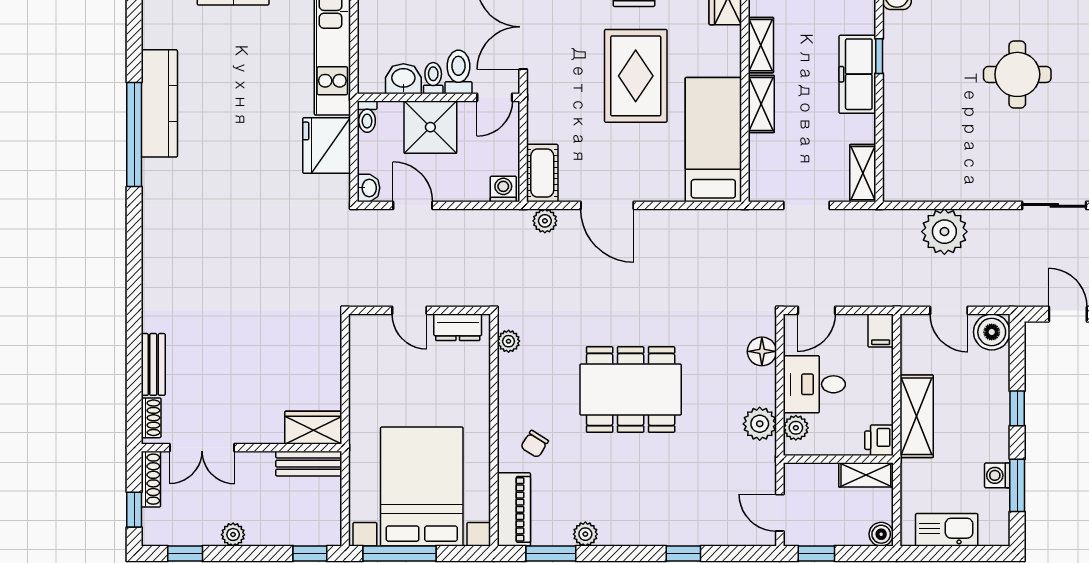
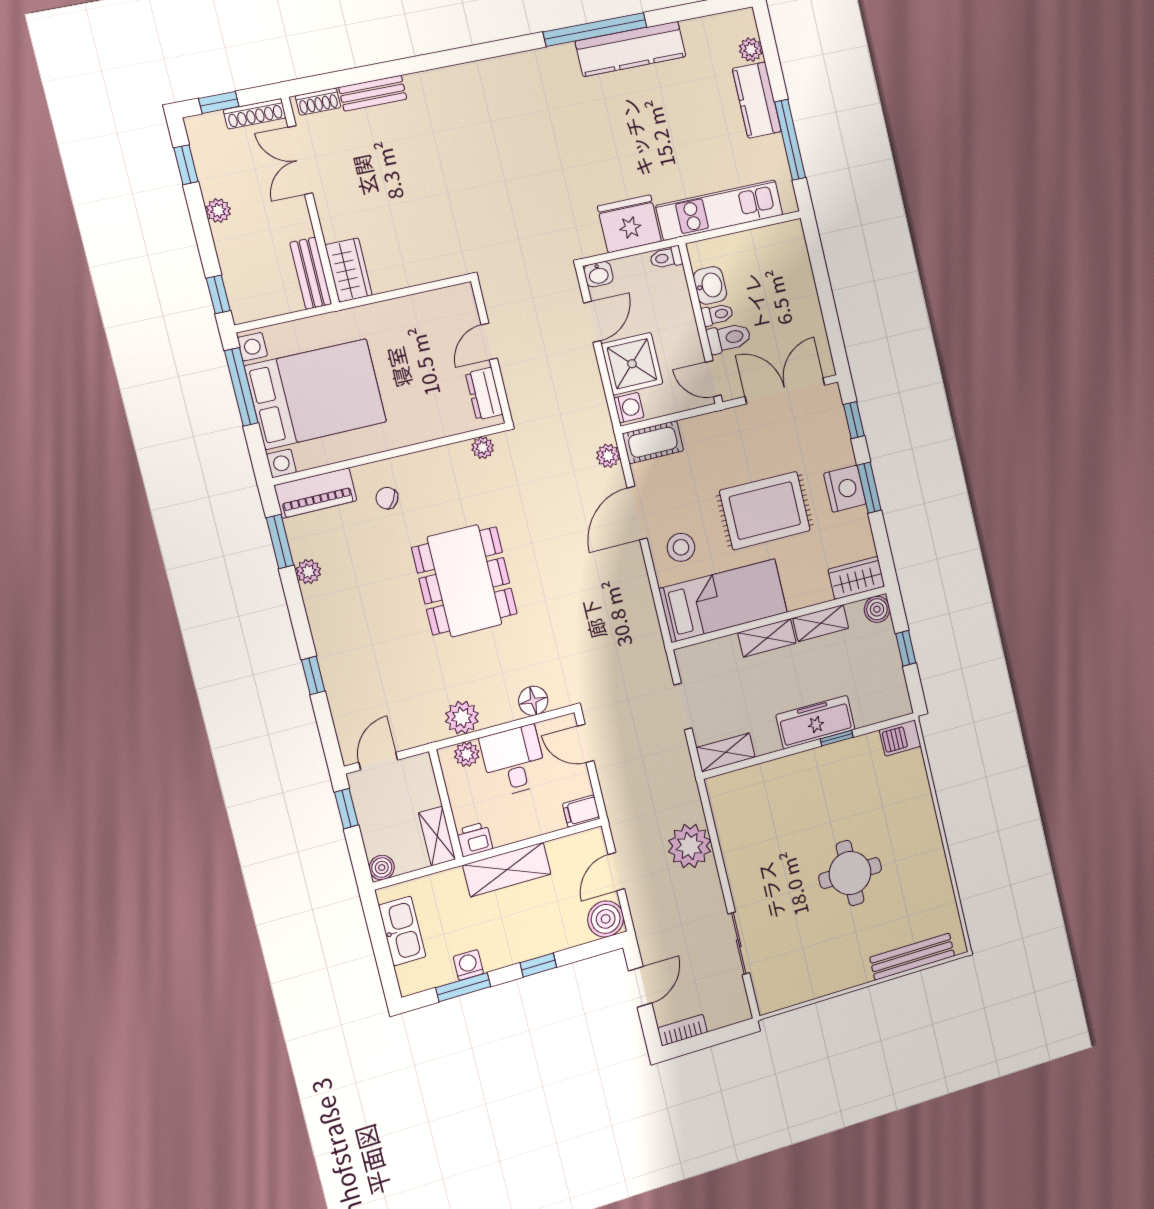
shower: (430, 127) -> (632, 364), moved
stool: (651, 170) -> (681, 547), added

